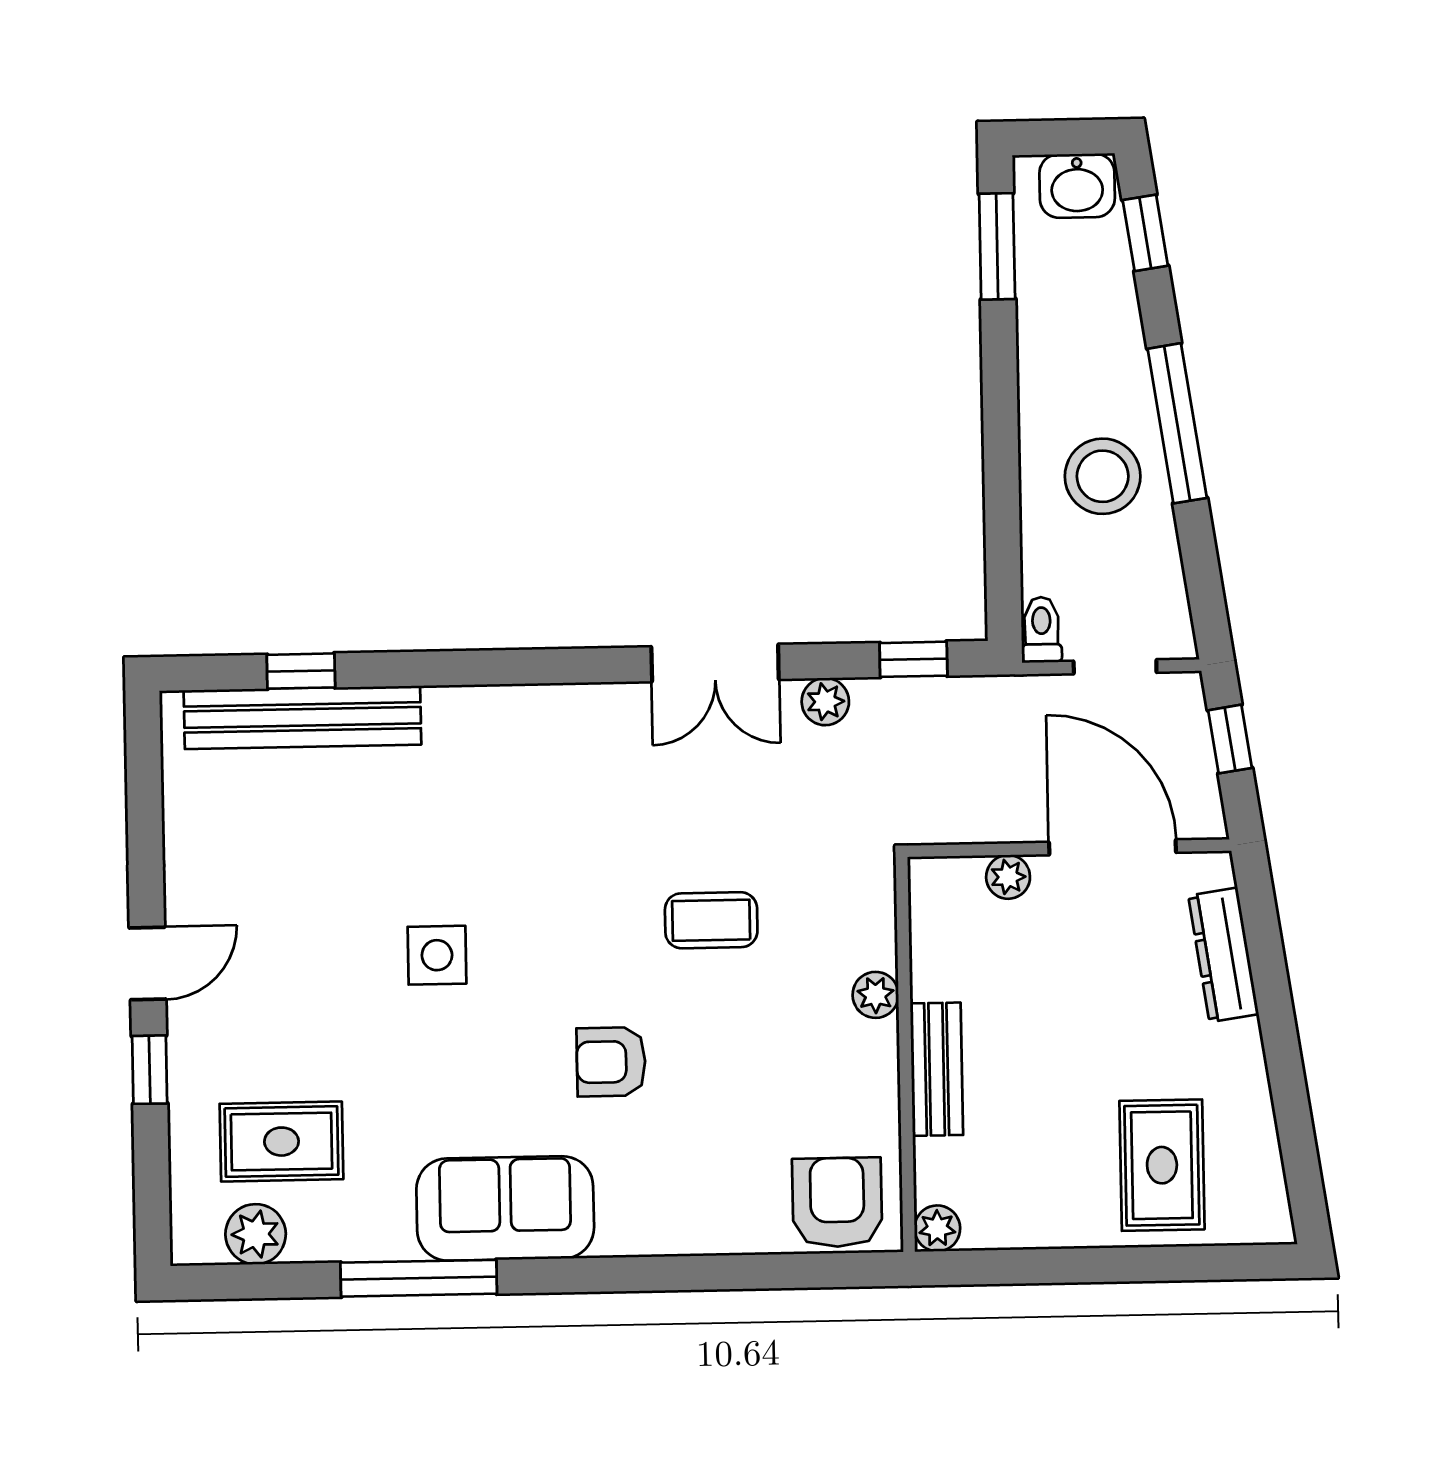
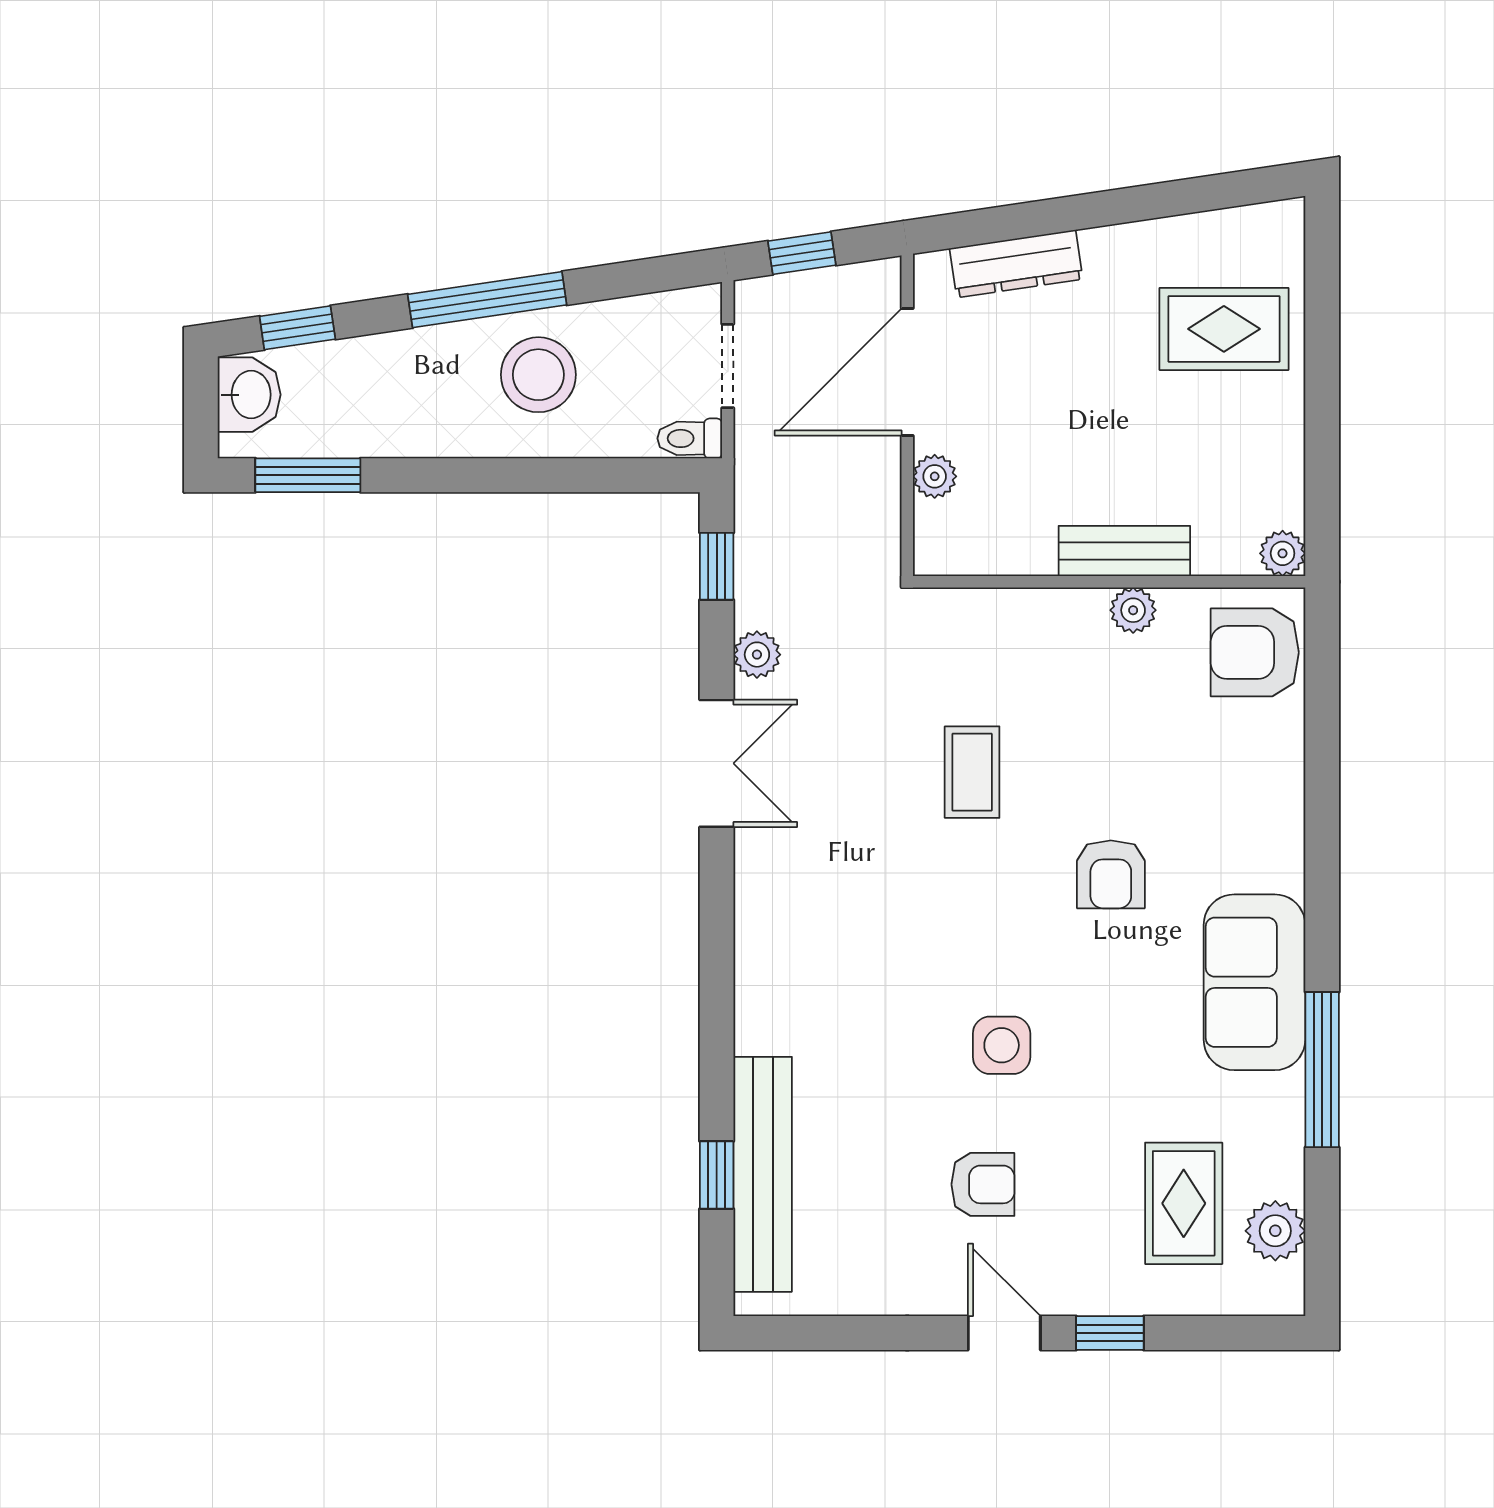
armchair: (297, 939) -> (983, 1184), added
plant: (876, 995) -> (1133, 610), moved

